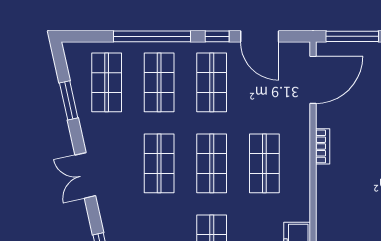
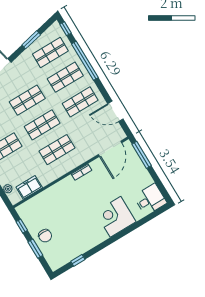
window: (217, 36) -> (66, 29), moved
door: (260, 36) -> (115, 111), hinge flipped
door: (313, 80) -> (110, 149), hinge flipped

